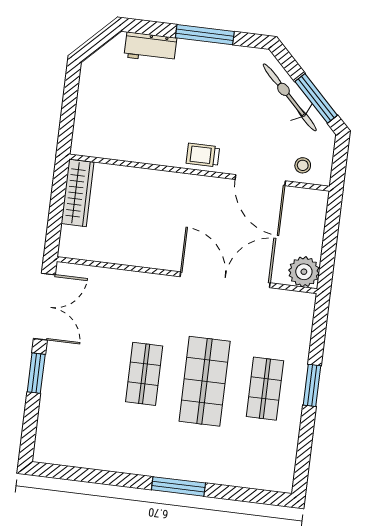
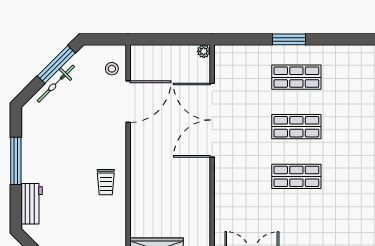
bicycle: (290, 97) -> (56, 84), width x0.73, depth x0.71
trolley: (203, 155) -> (106, 182), moved
plant: (304, 272) -> (204, 51), width x0.53, depth x0.53
shop shelf: (205, 381) -> (296, 127), width x0.70, depth x0.74

